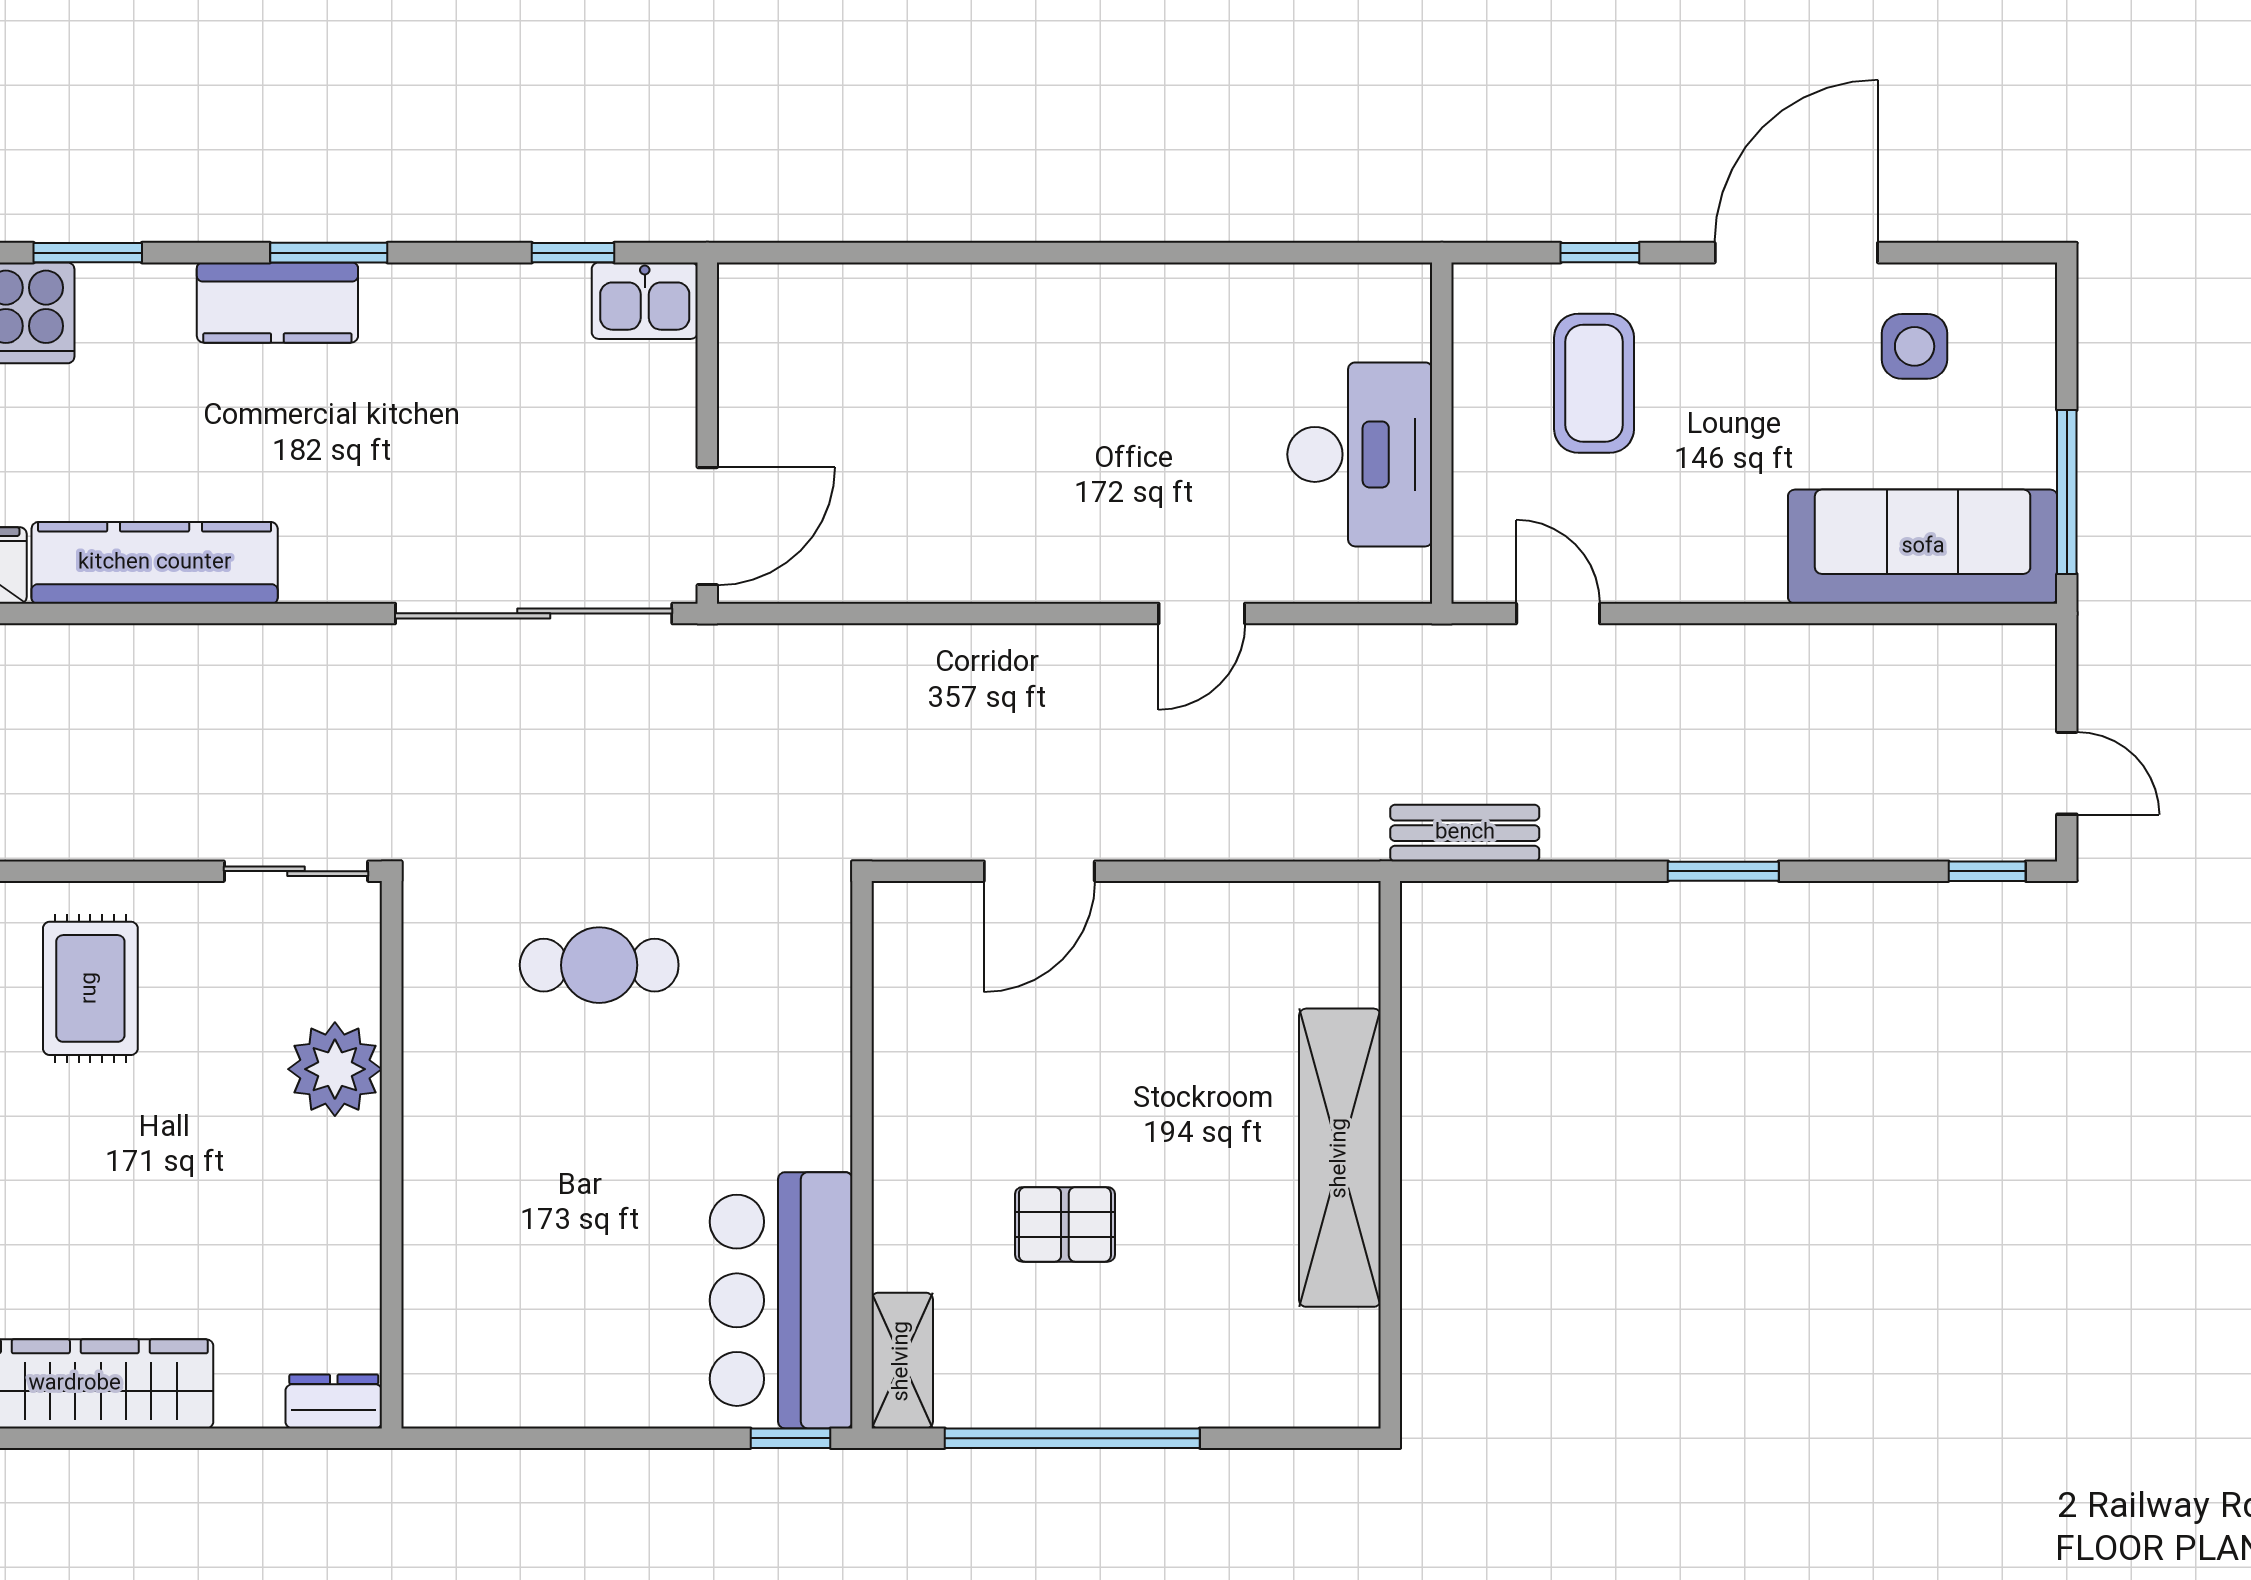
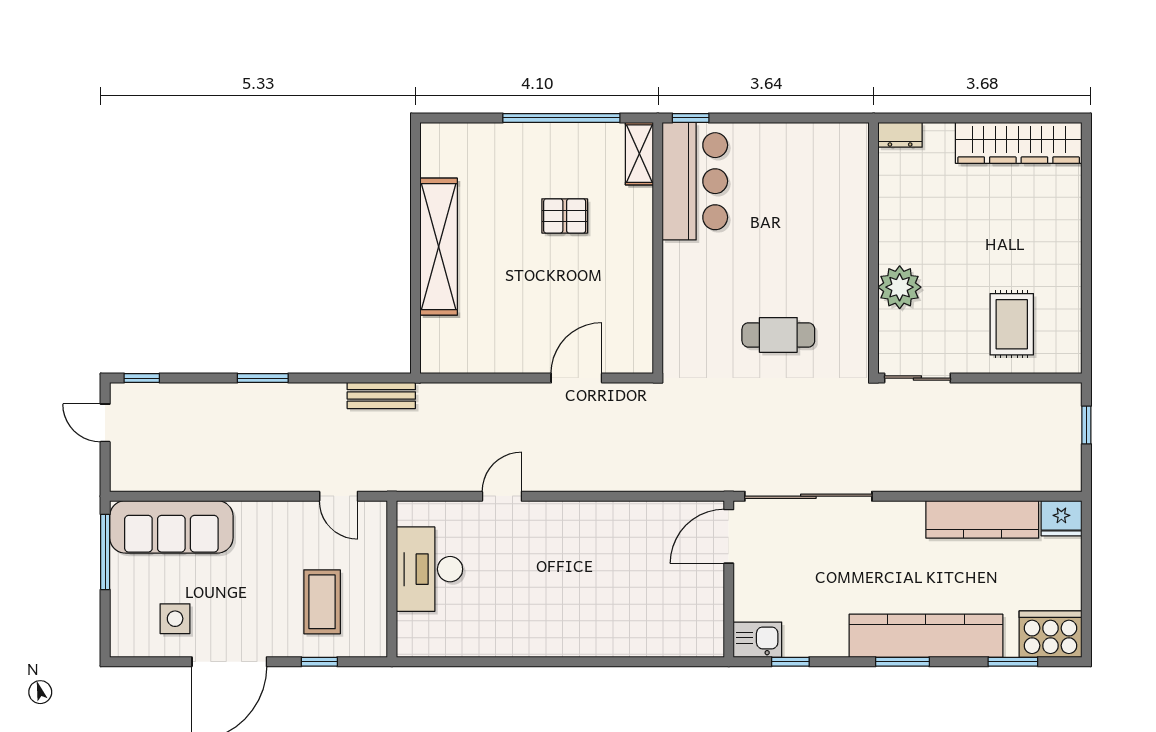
kitchen counter: (277, 303) -> (926, 636), width x2.08, depth x1.17

